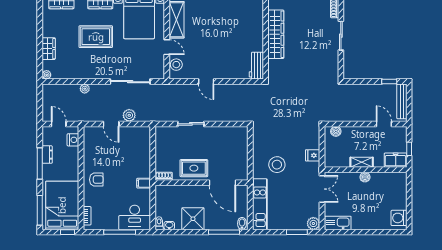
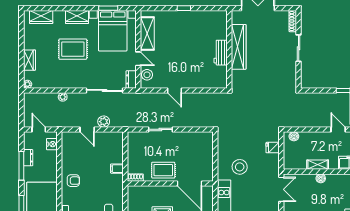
workbench: (256, 66) -> (221, 53), moved
dresser: (159, 70) -> (131, 79), added
fridge: (313, 155) -> (273, 148), moved
filing cabinet: (144, 183) -> (117, 169), moved

